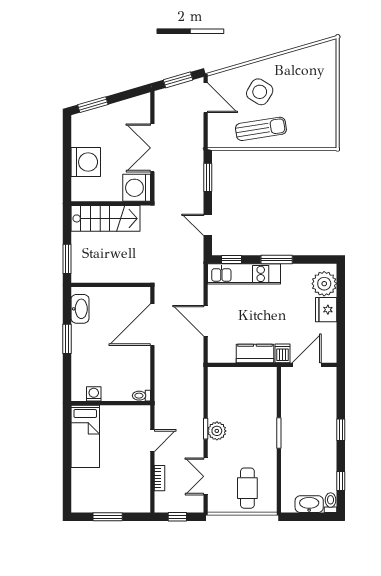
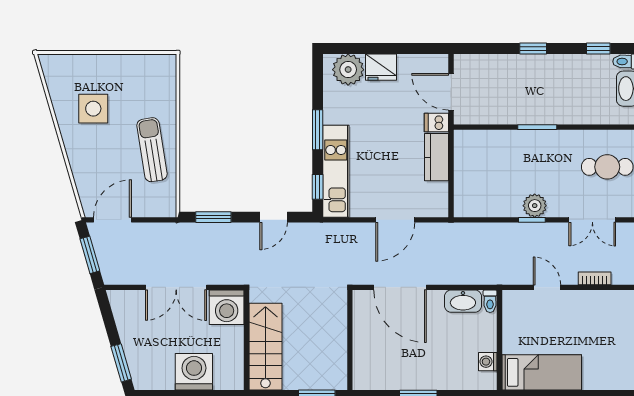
side table: (260, 92) -> (93, 109), moved, turned -31
washbasin: (80, 309) -> (463, 301), moved, turned 180

